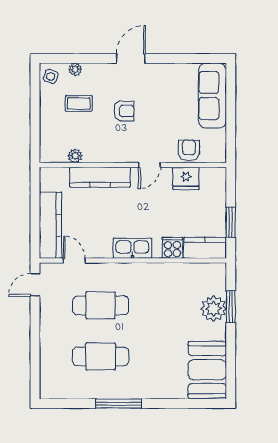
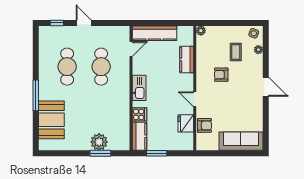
armchair: (124, 111) -> (221, 75), moved, turned 90
plant: (75, 156) -> (201, 31), moved
kitchen counter: (100, 177) -> (187, 59), width x0.67
door: (35, 285) -> (84, 23), moved
booth: (207, 370) -> (51, 120), moved, turned 90
window: (35, 372) -> (57, 23), added
window: (119, 404) -> (36, 95), moved

